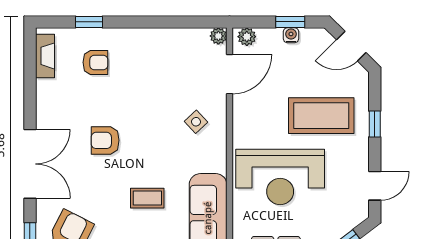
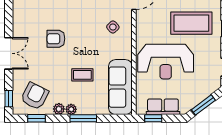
double door: (30, 164) -> (9, 53), width x0.73

